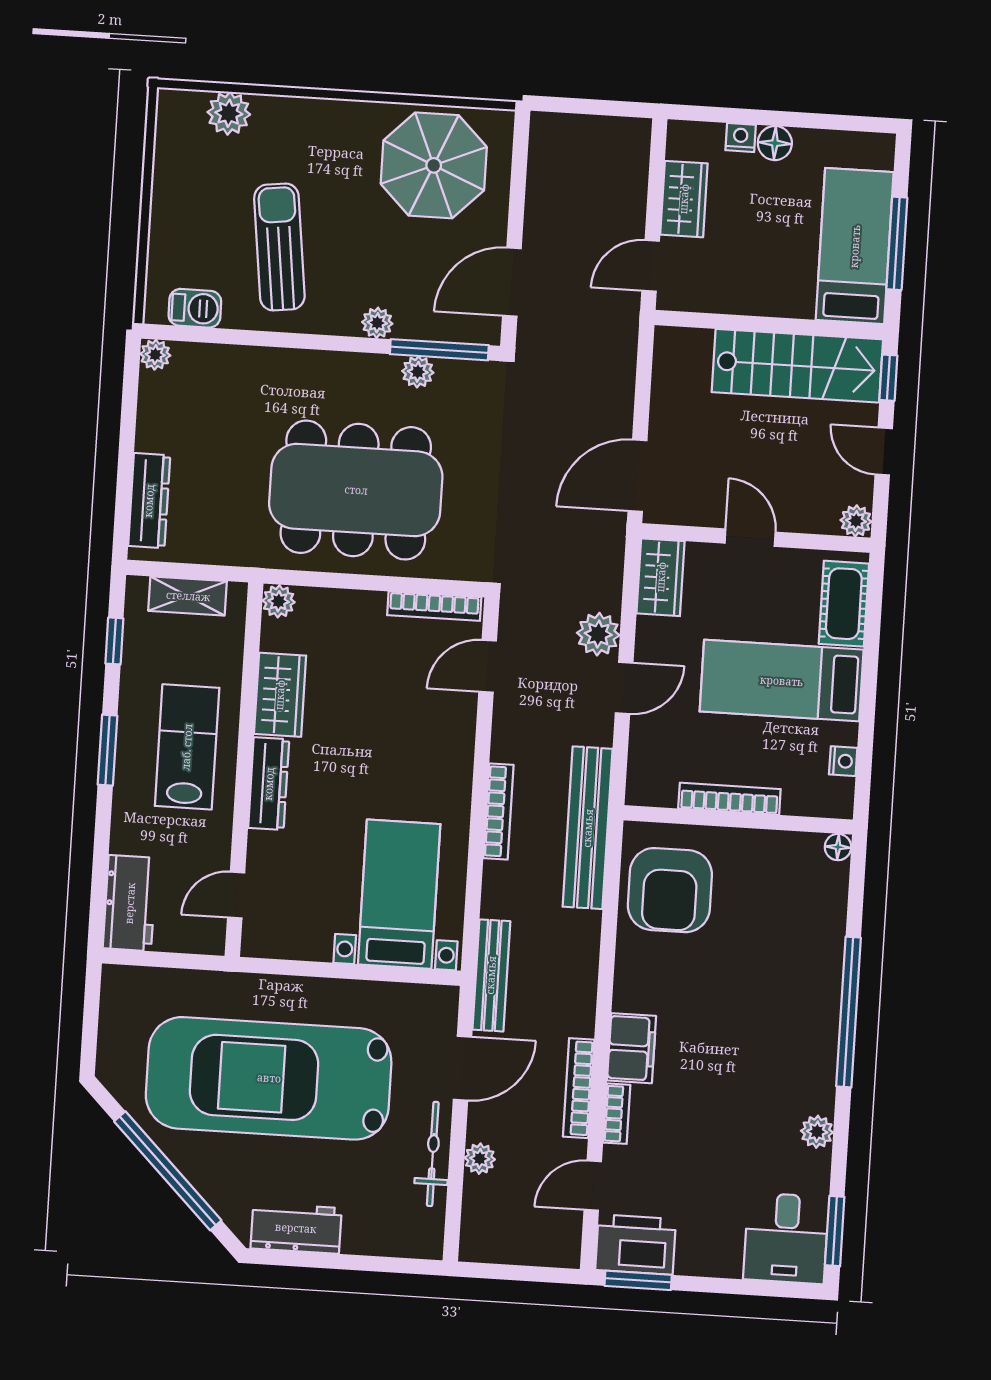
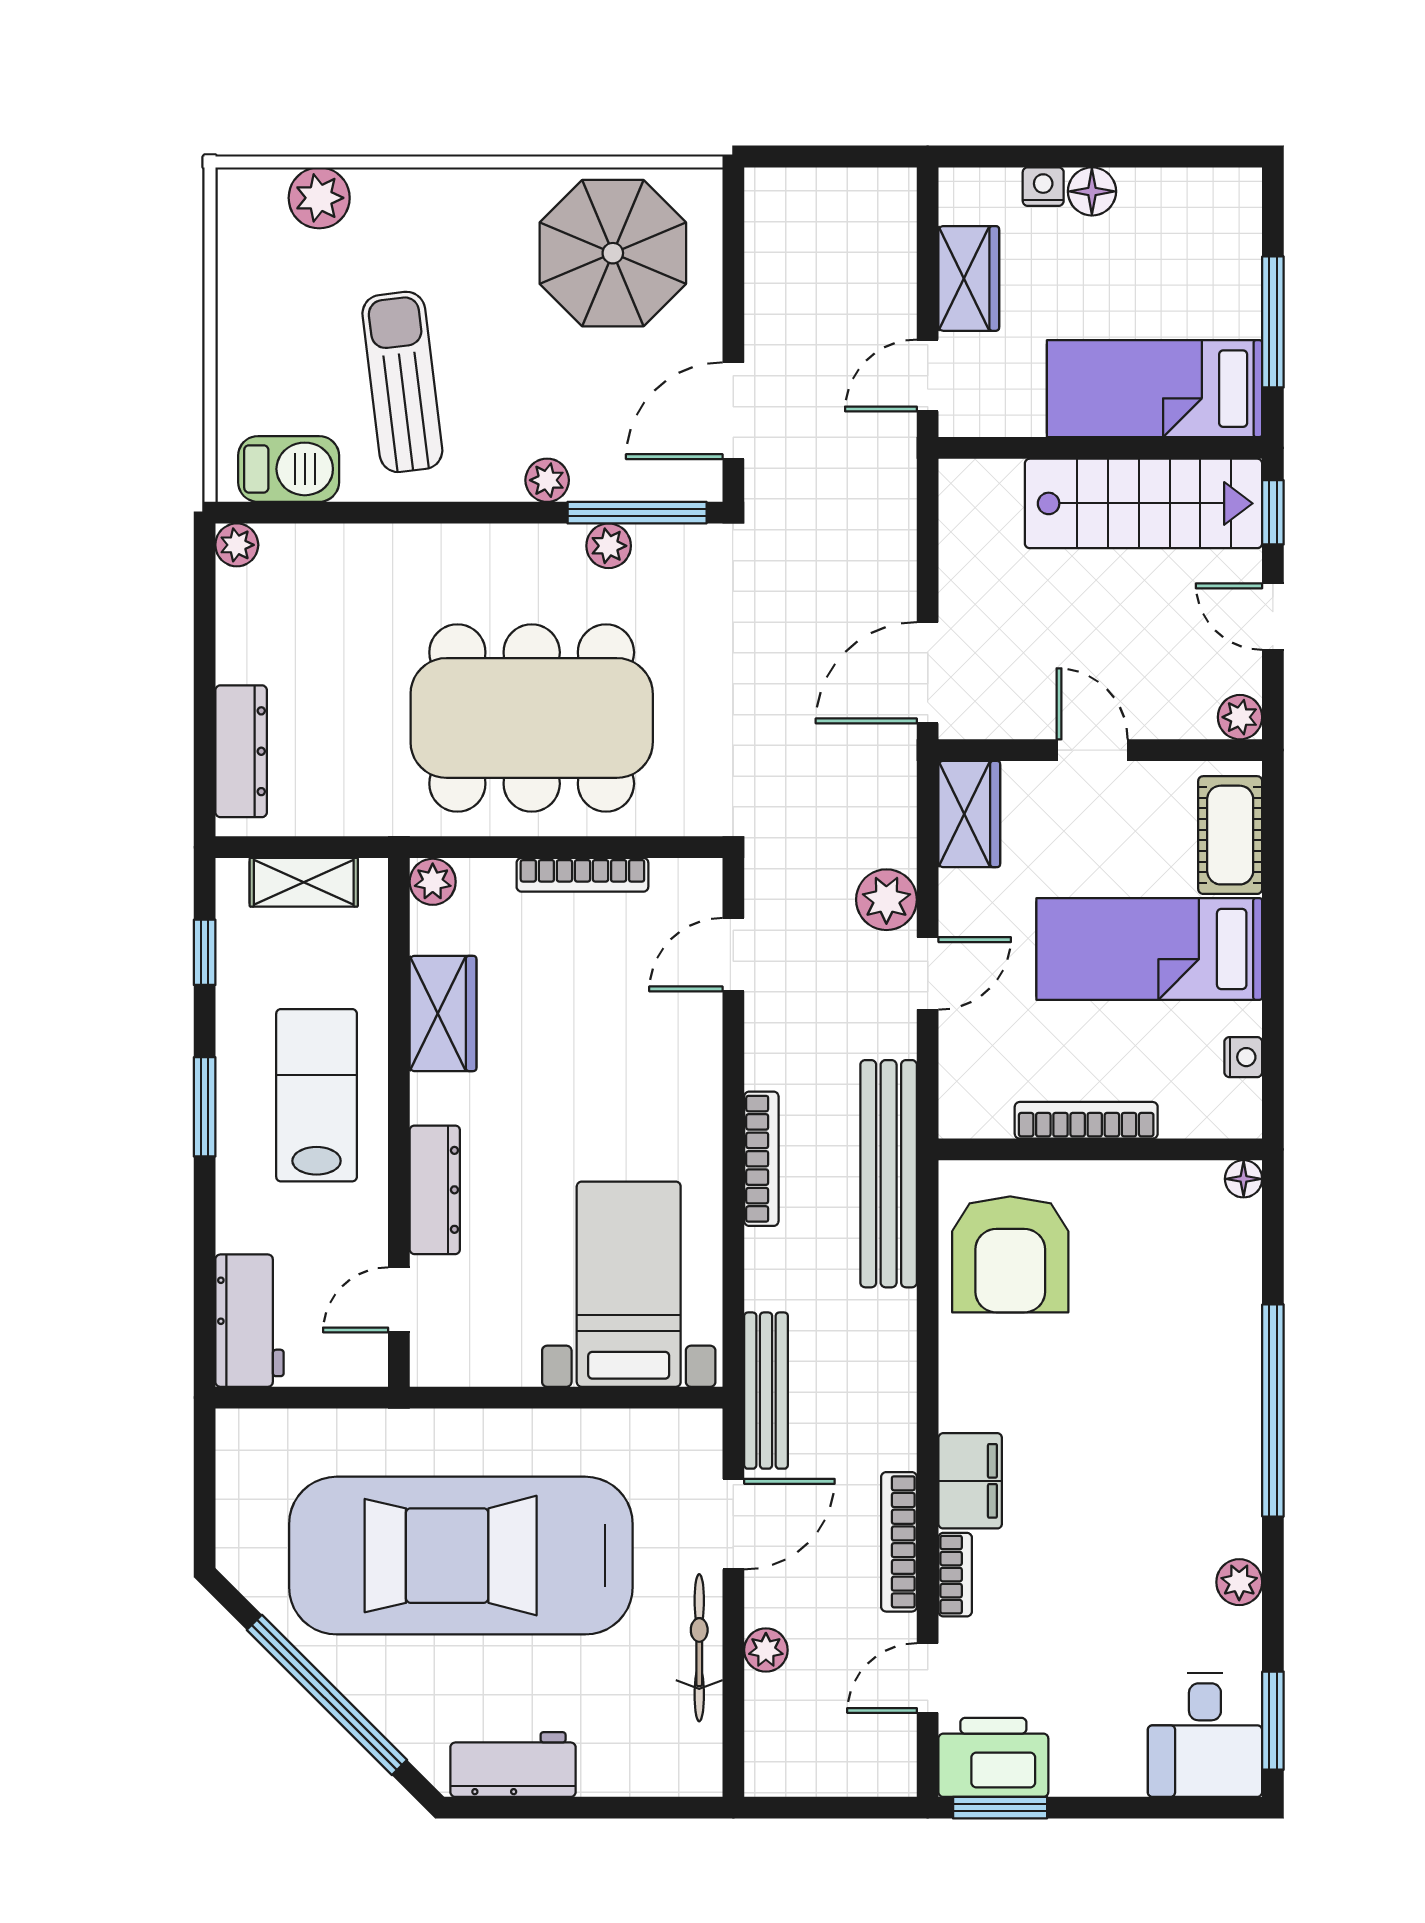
bed: (855, 246) -> (1154, 389), moved, turned -90
barbecue: (195, 308) -> (289, 469), width x1.38, depth x1.27
bookcase: (434, 606) -> (582, 875), moved
dresser: (269, 784) -> (435, 1190), moved

